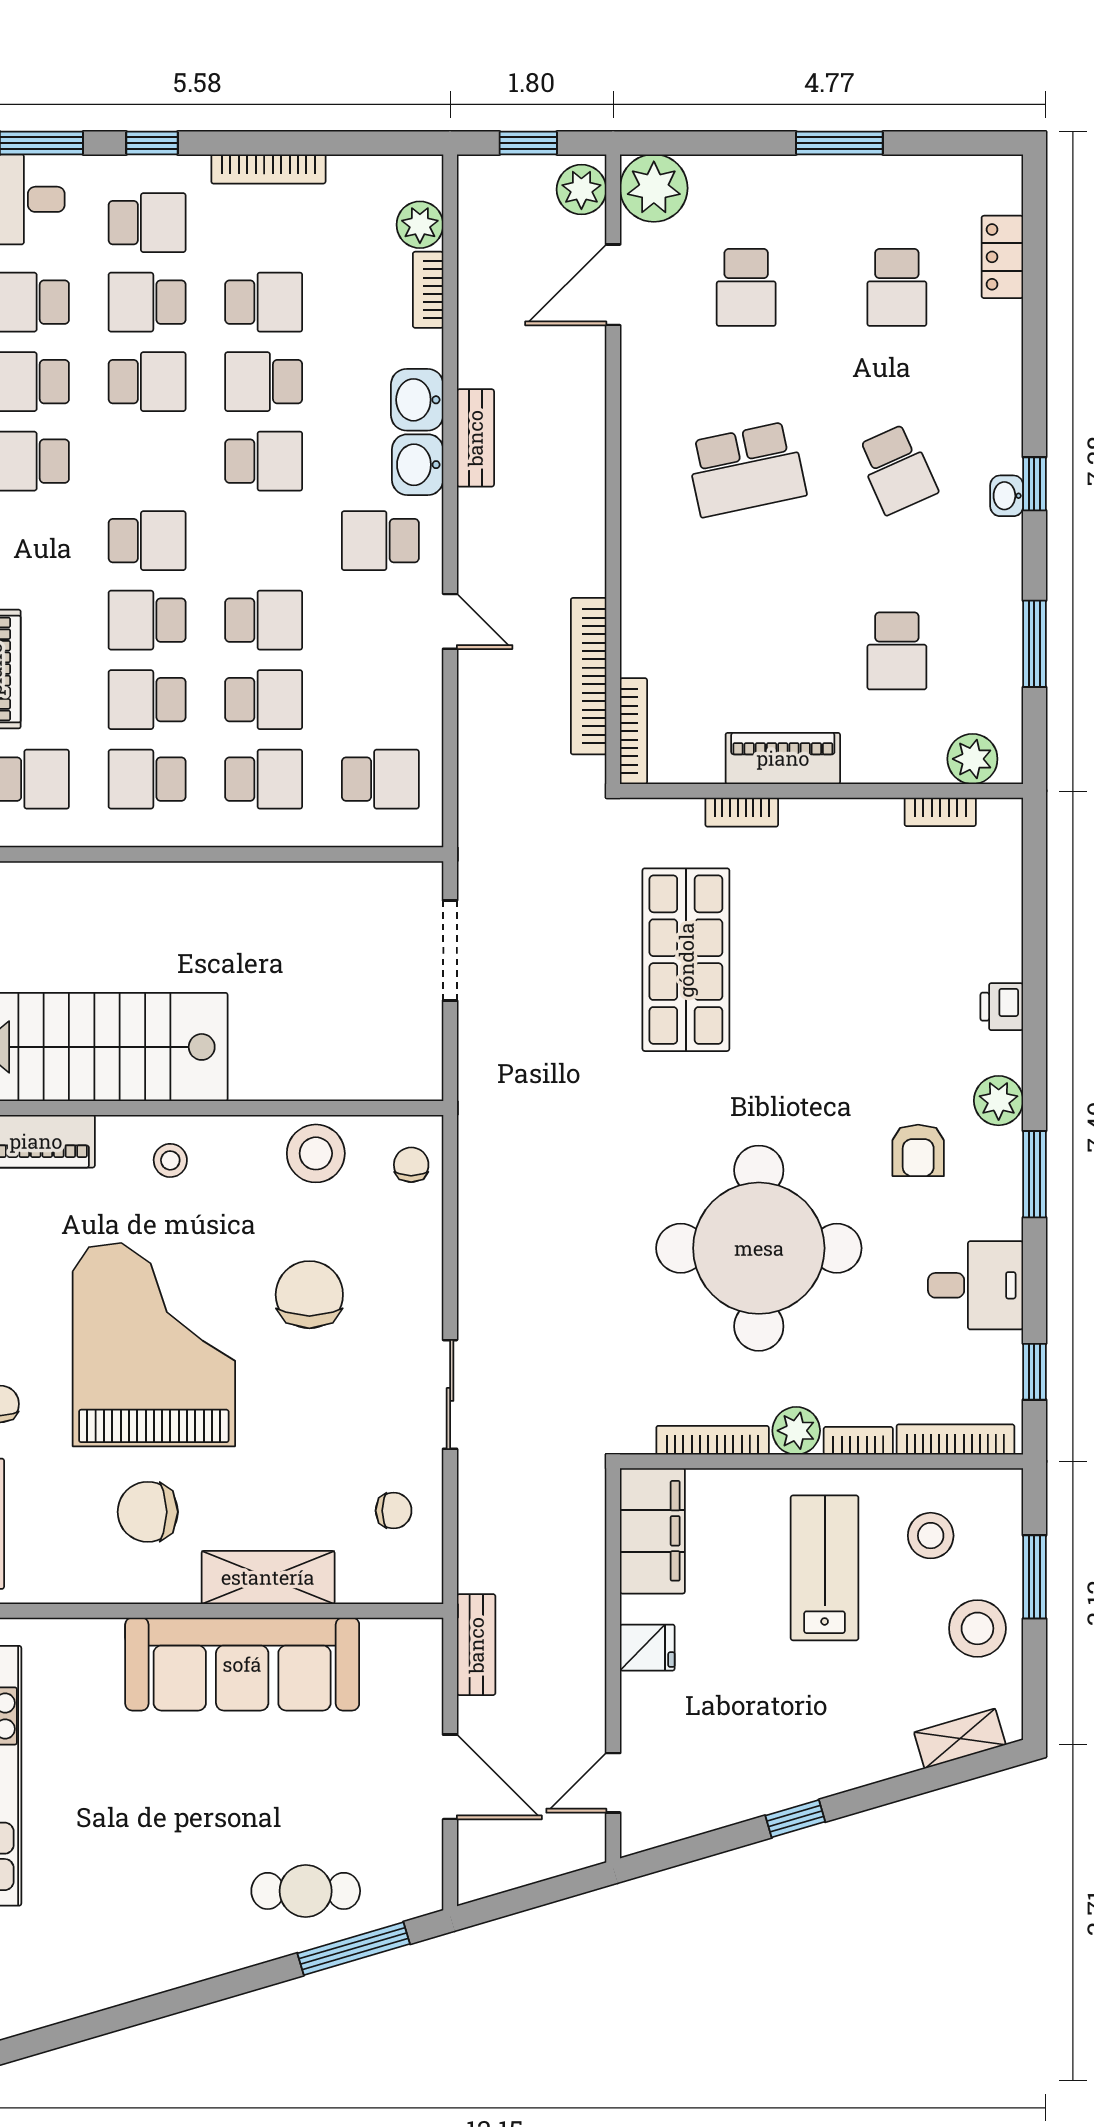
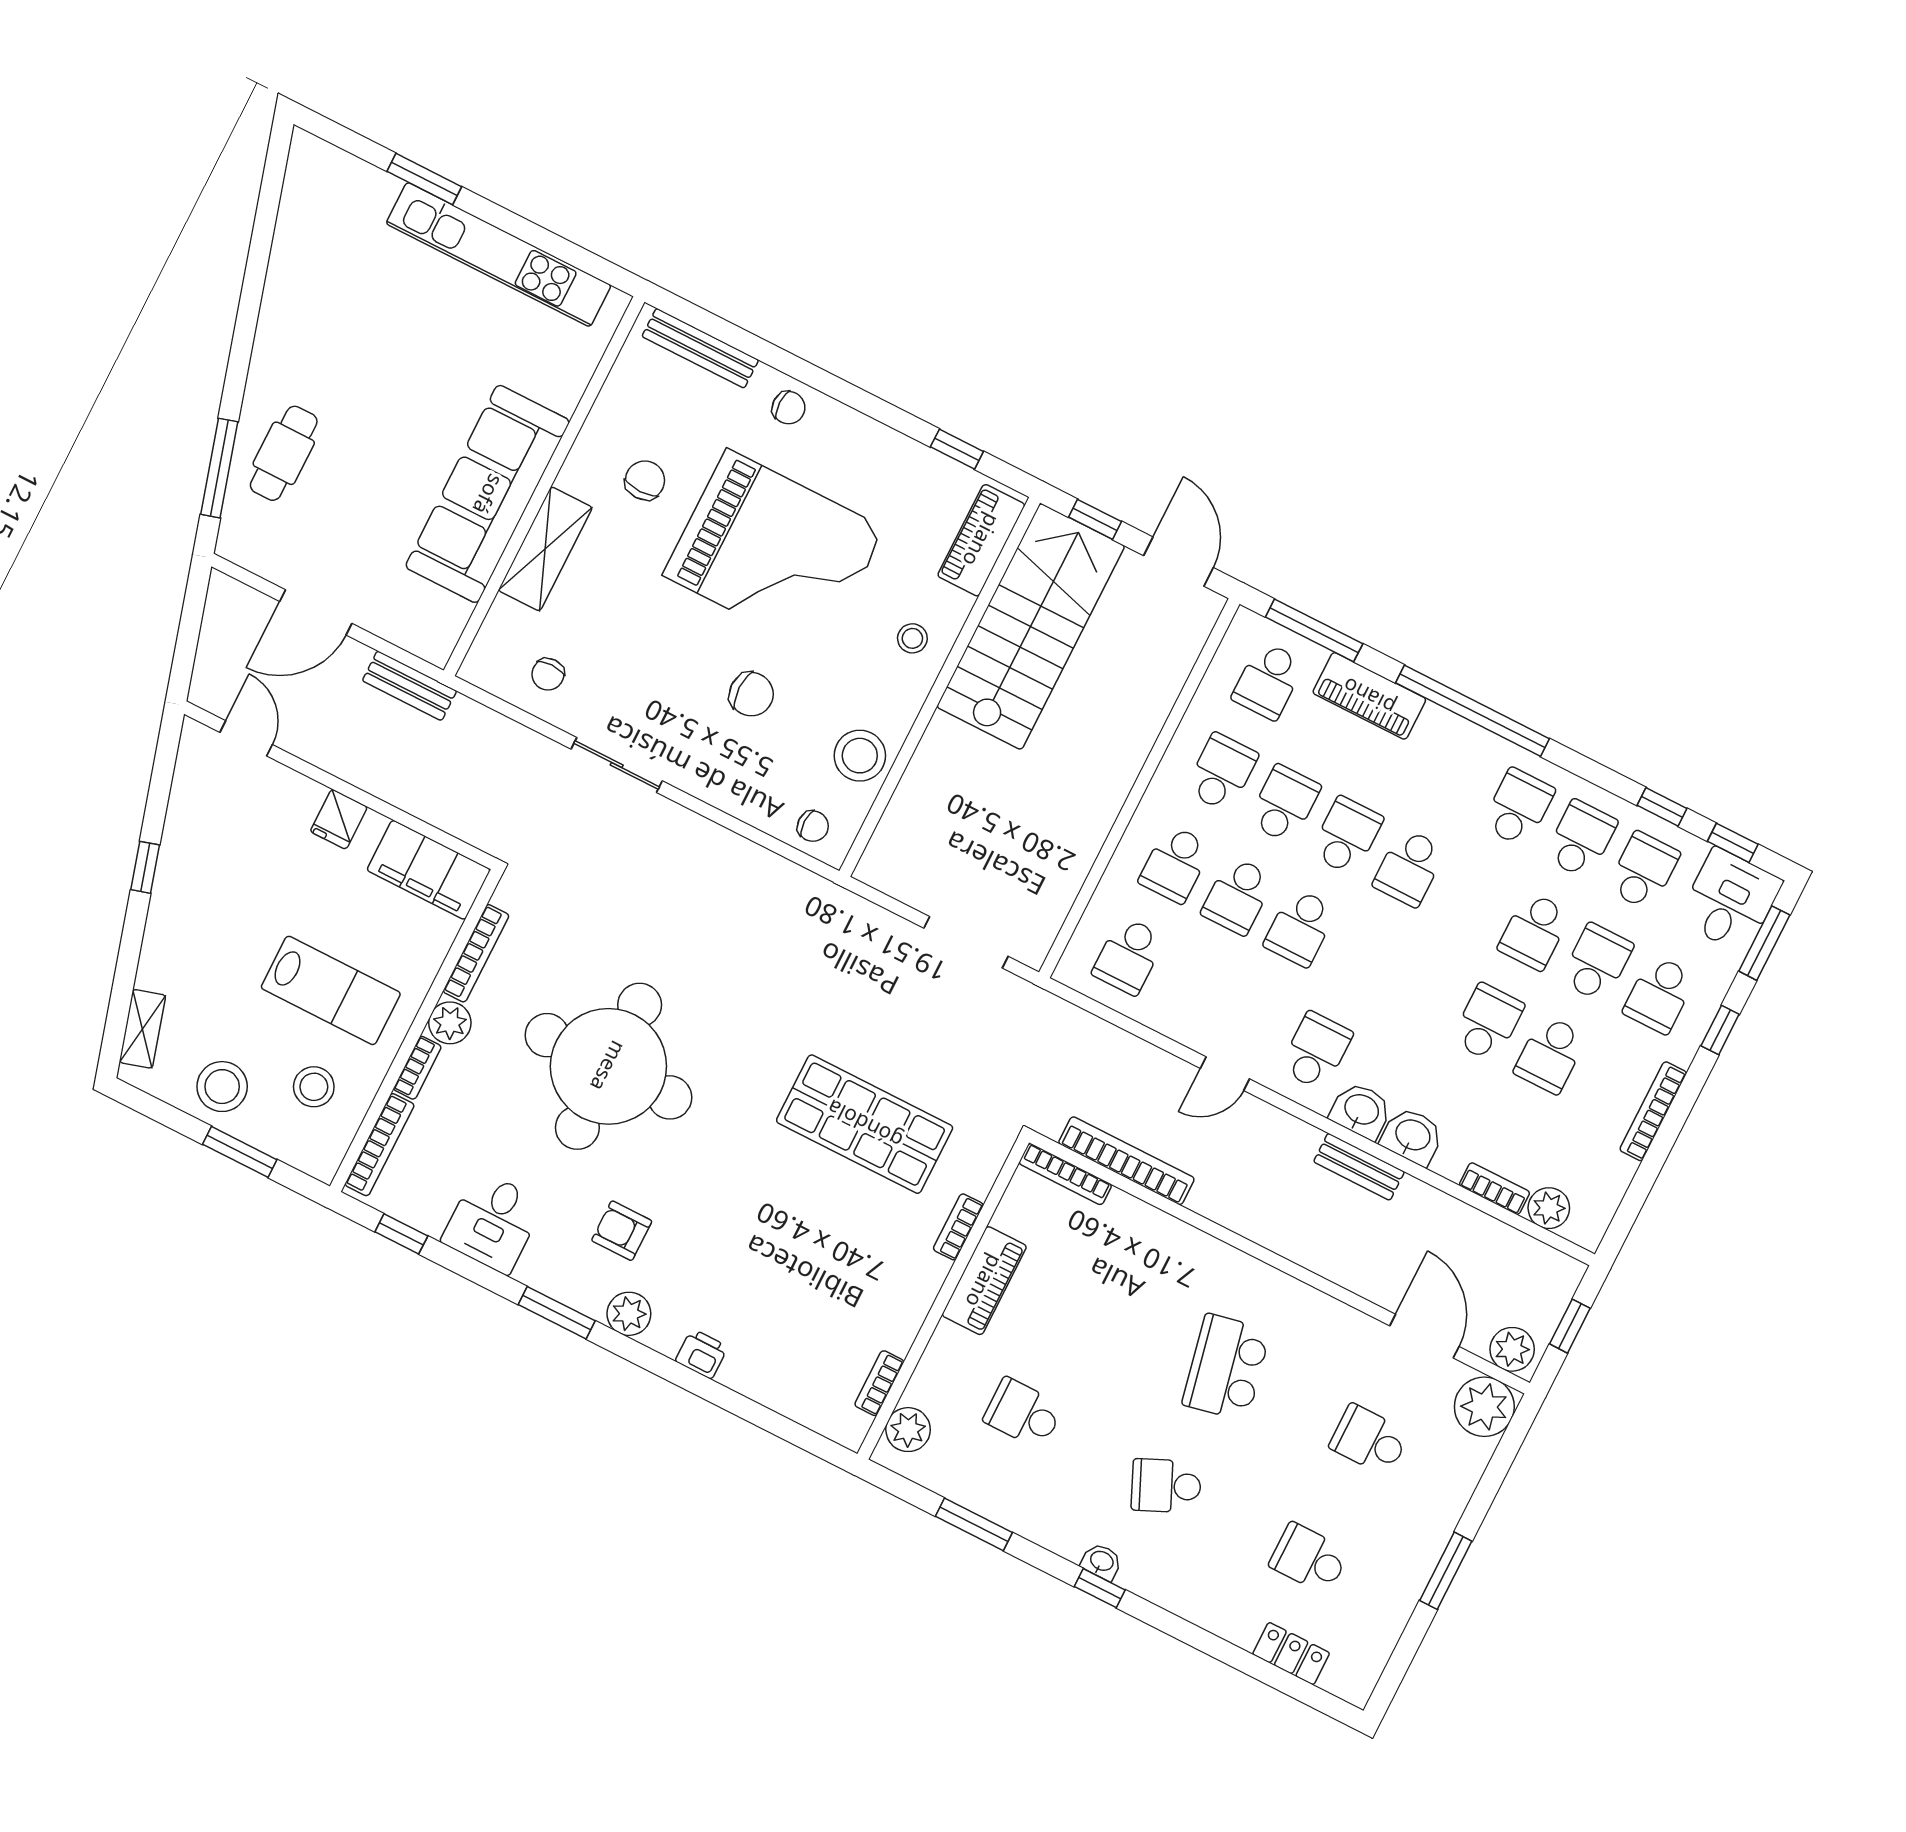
school desk: (264, 461) -> (1425, 991), removed
chair: (309, 1295) -> (751, 694), width x0.73, depth x0.73
chair: (148, 1512) -> (645, 480), width x0.73, depth x0.73

